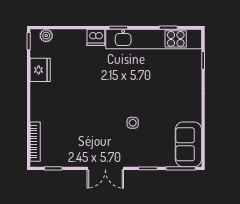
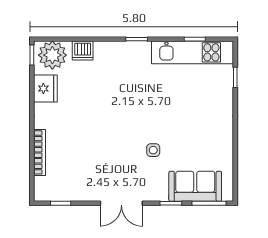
plant: (46, 36) -> (52, 55), width x1.87, depth x1.87
dishwasher: (96, 37) -> (83, 51), moved
kitchen unit: (154, 39) -> (193, 52), width x0.73
bookcase: (35, 142) -> (40, 152), moved
sofa: (188, 144) -> (195, 186), moved, turned 90

